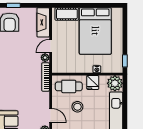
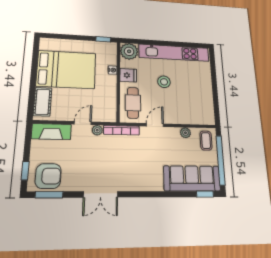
door: (51, 46) -> (83, 123), swing flipped
stool: (77, 107) -> (164, 82), moved
door: (51, 116) -> (155, 125), moved

